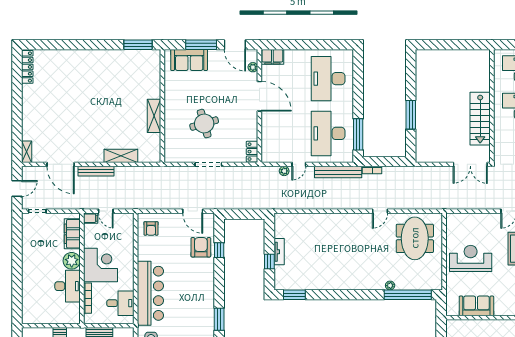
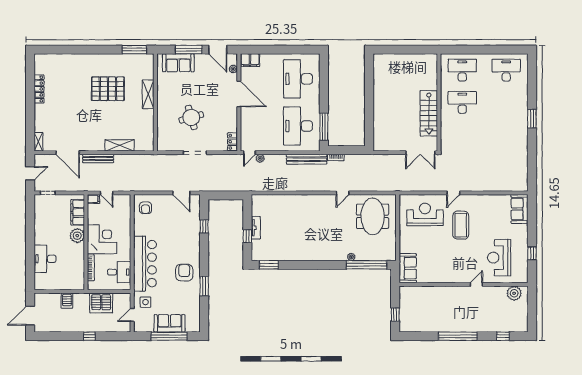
locker: (27, 67) -> (39, 89), moved
pallet: (107, 90) -> (108, 89), added
window: (411, 115) -> (369, 110), removed
shelving: (154, 116) -> (148, 94), moved
door: (299, 164) -> (250, 153), moved
armchair: (201, 247) -> (184, 273), moved
reception desk: (471, 258) -> (425, 214), moved
desk: (68, 286) -> (45, 259), moved, turned 180
sofa: (476, 306) -> (408, 268), moved, turned 90

